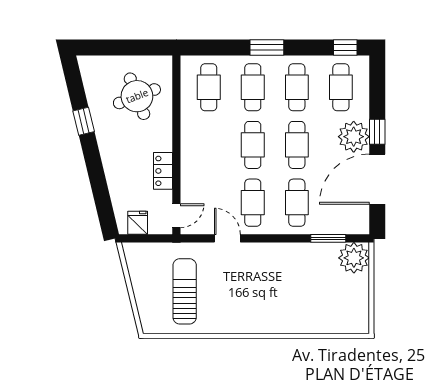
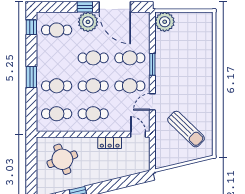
cafe table: (297, 87) -> (93, 114), moved
fridge: (138, 223) -> (143, 159), removed
window: (328, 238) -> (152, 64), moved
sun lounger: (185, 291) -> (186, 129), turned -136

